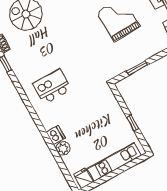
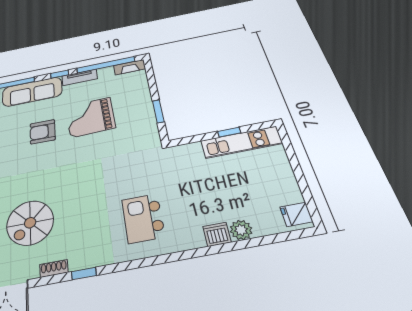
kitchen unit: (114, 162) -> (241, 142), moved, turned -90

